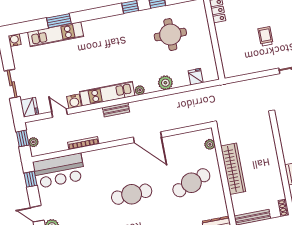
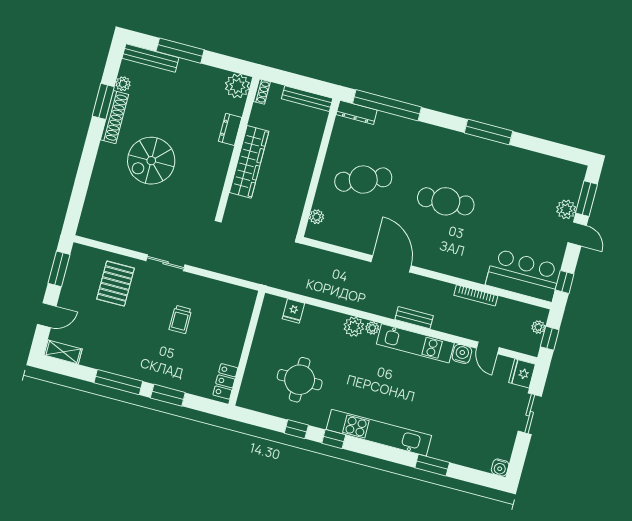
kitchen unit: (56, 34) -> (379, 433), moved, width x1.36
plant: (165, 83) -> (354, 327), moved
wardrobe: (233, 169) -> (249, 162), moved, turned 180

